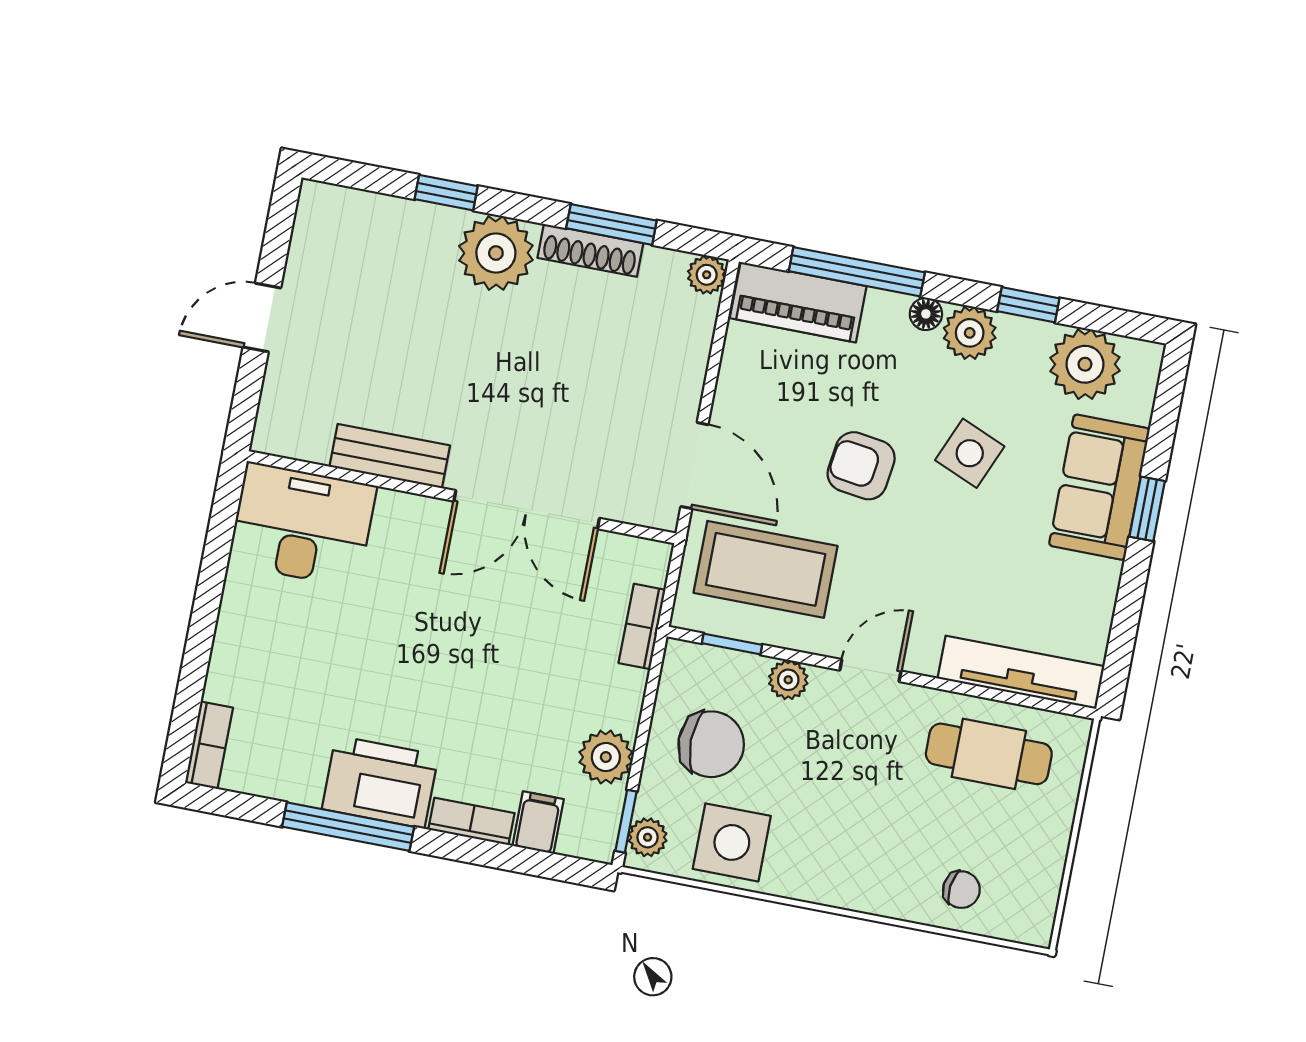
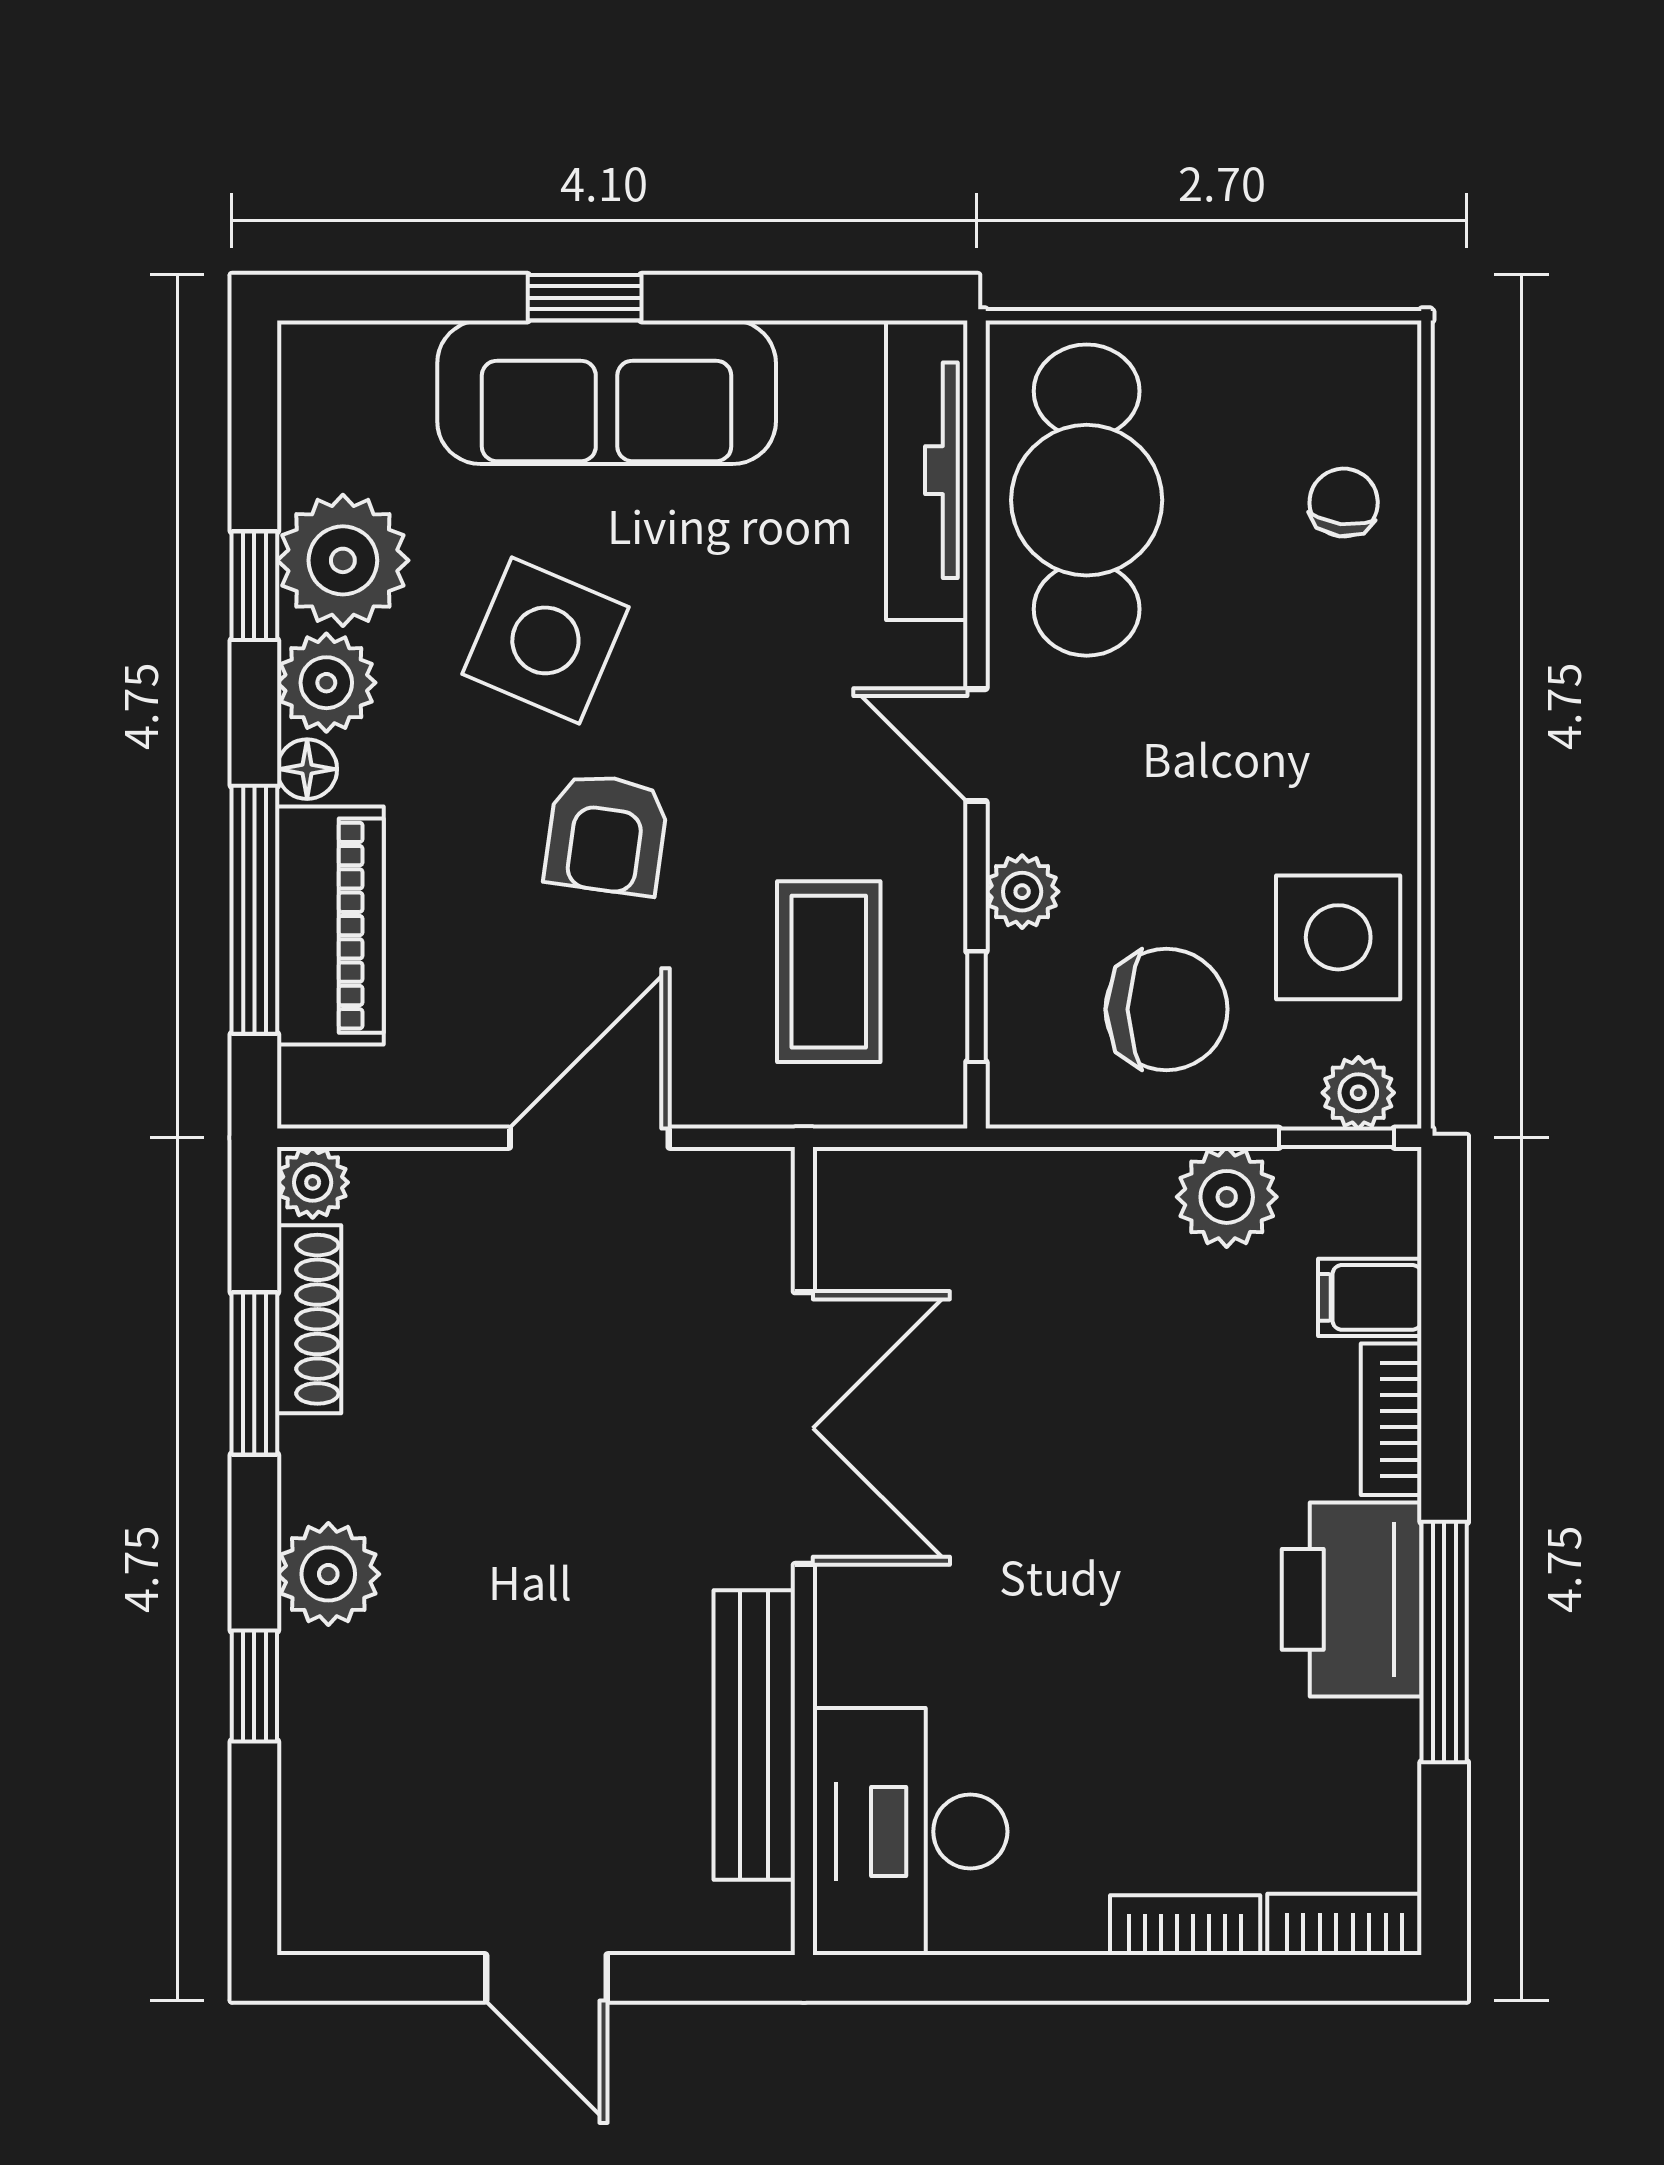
shoe rack: (590, 250) -> (309, 1319), moved
plant: (496, 253) -> (328, 1574), width x0.73, depth x0.73
piano: (798, 302) -> (330, 926), moved
plant: (1085, 364) -> (343, 560), moved
side table: (970, 453) -> (545, 640), width x1.37, depth x1.37
bench: (390, 456) -> (754, 1735), width x1.36
door: (694, 466) -> (589, 1138), moved
sofa: (1099, 487) -> (607, 392), width x1.36
coffee table: (766, 569) -> (829, 972), width x0.73, depth x0.76
bookcase: (642, 626) -> (1185, 1925), moved, turned 180
chair: (711, 744) -> (1166, 1009), turned 90
cafe table: (989, 754) -> (1087, 500), width x1.37, depth x1.35

